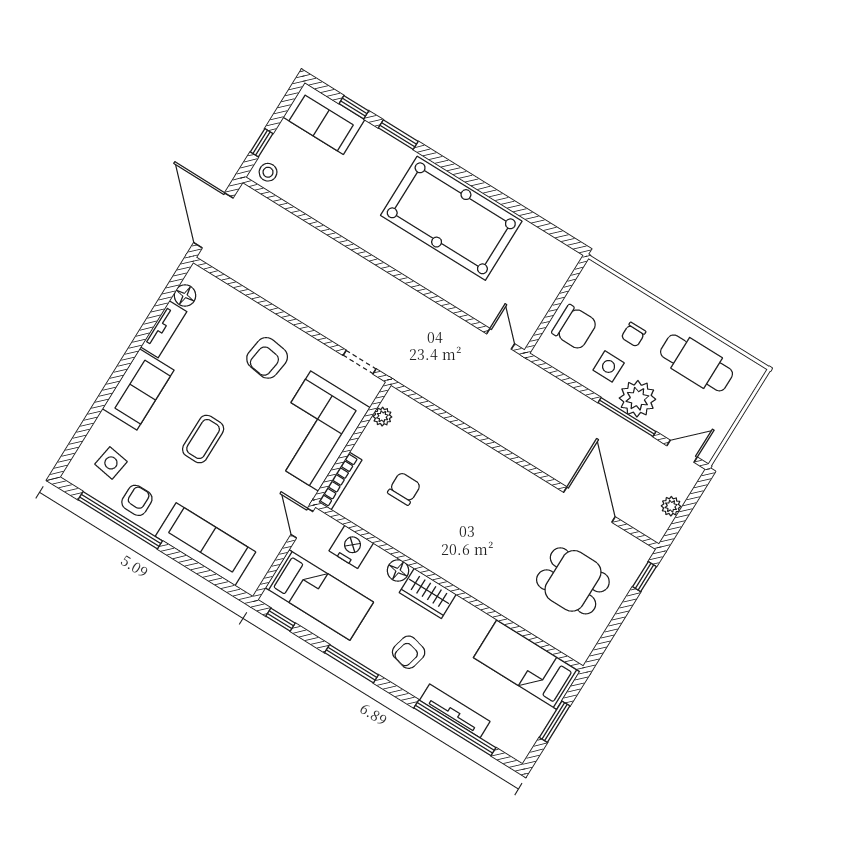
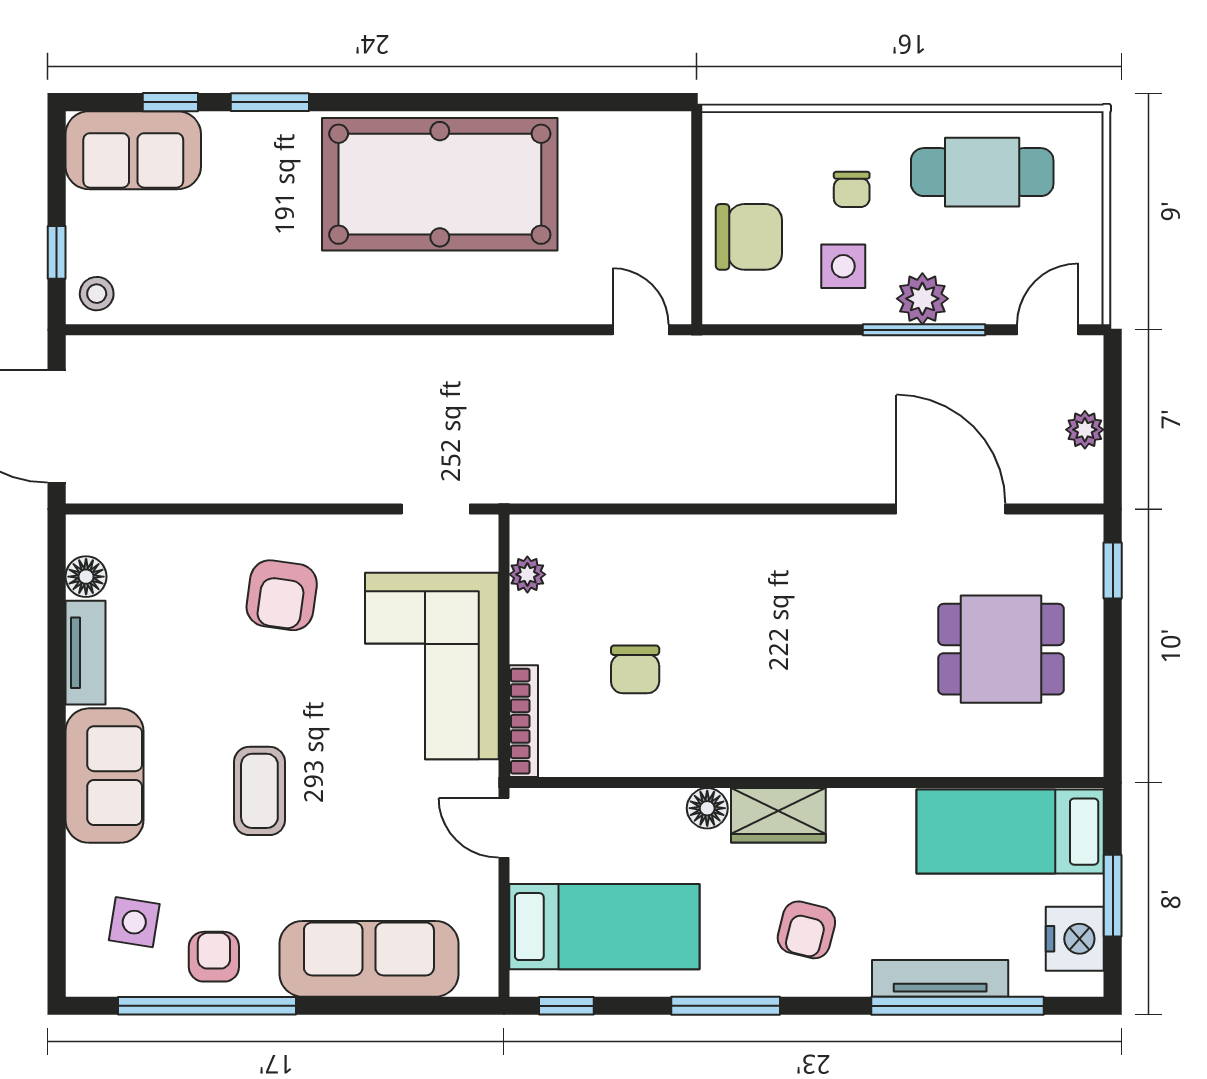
plant: (637, 399) -> (922, 299), width x0.73, depth x0.73
chair: (404, 489) -> (635, 669), turned 180
nightstand: (351, 547) -> (1075, 939), moved, turned 90

